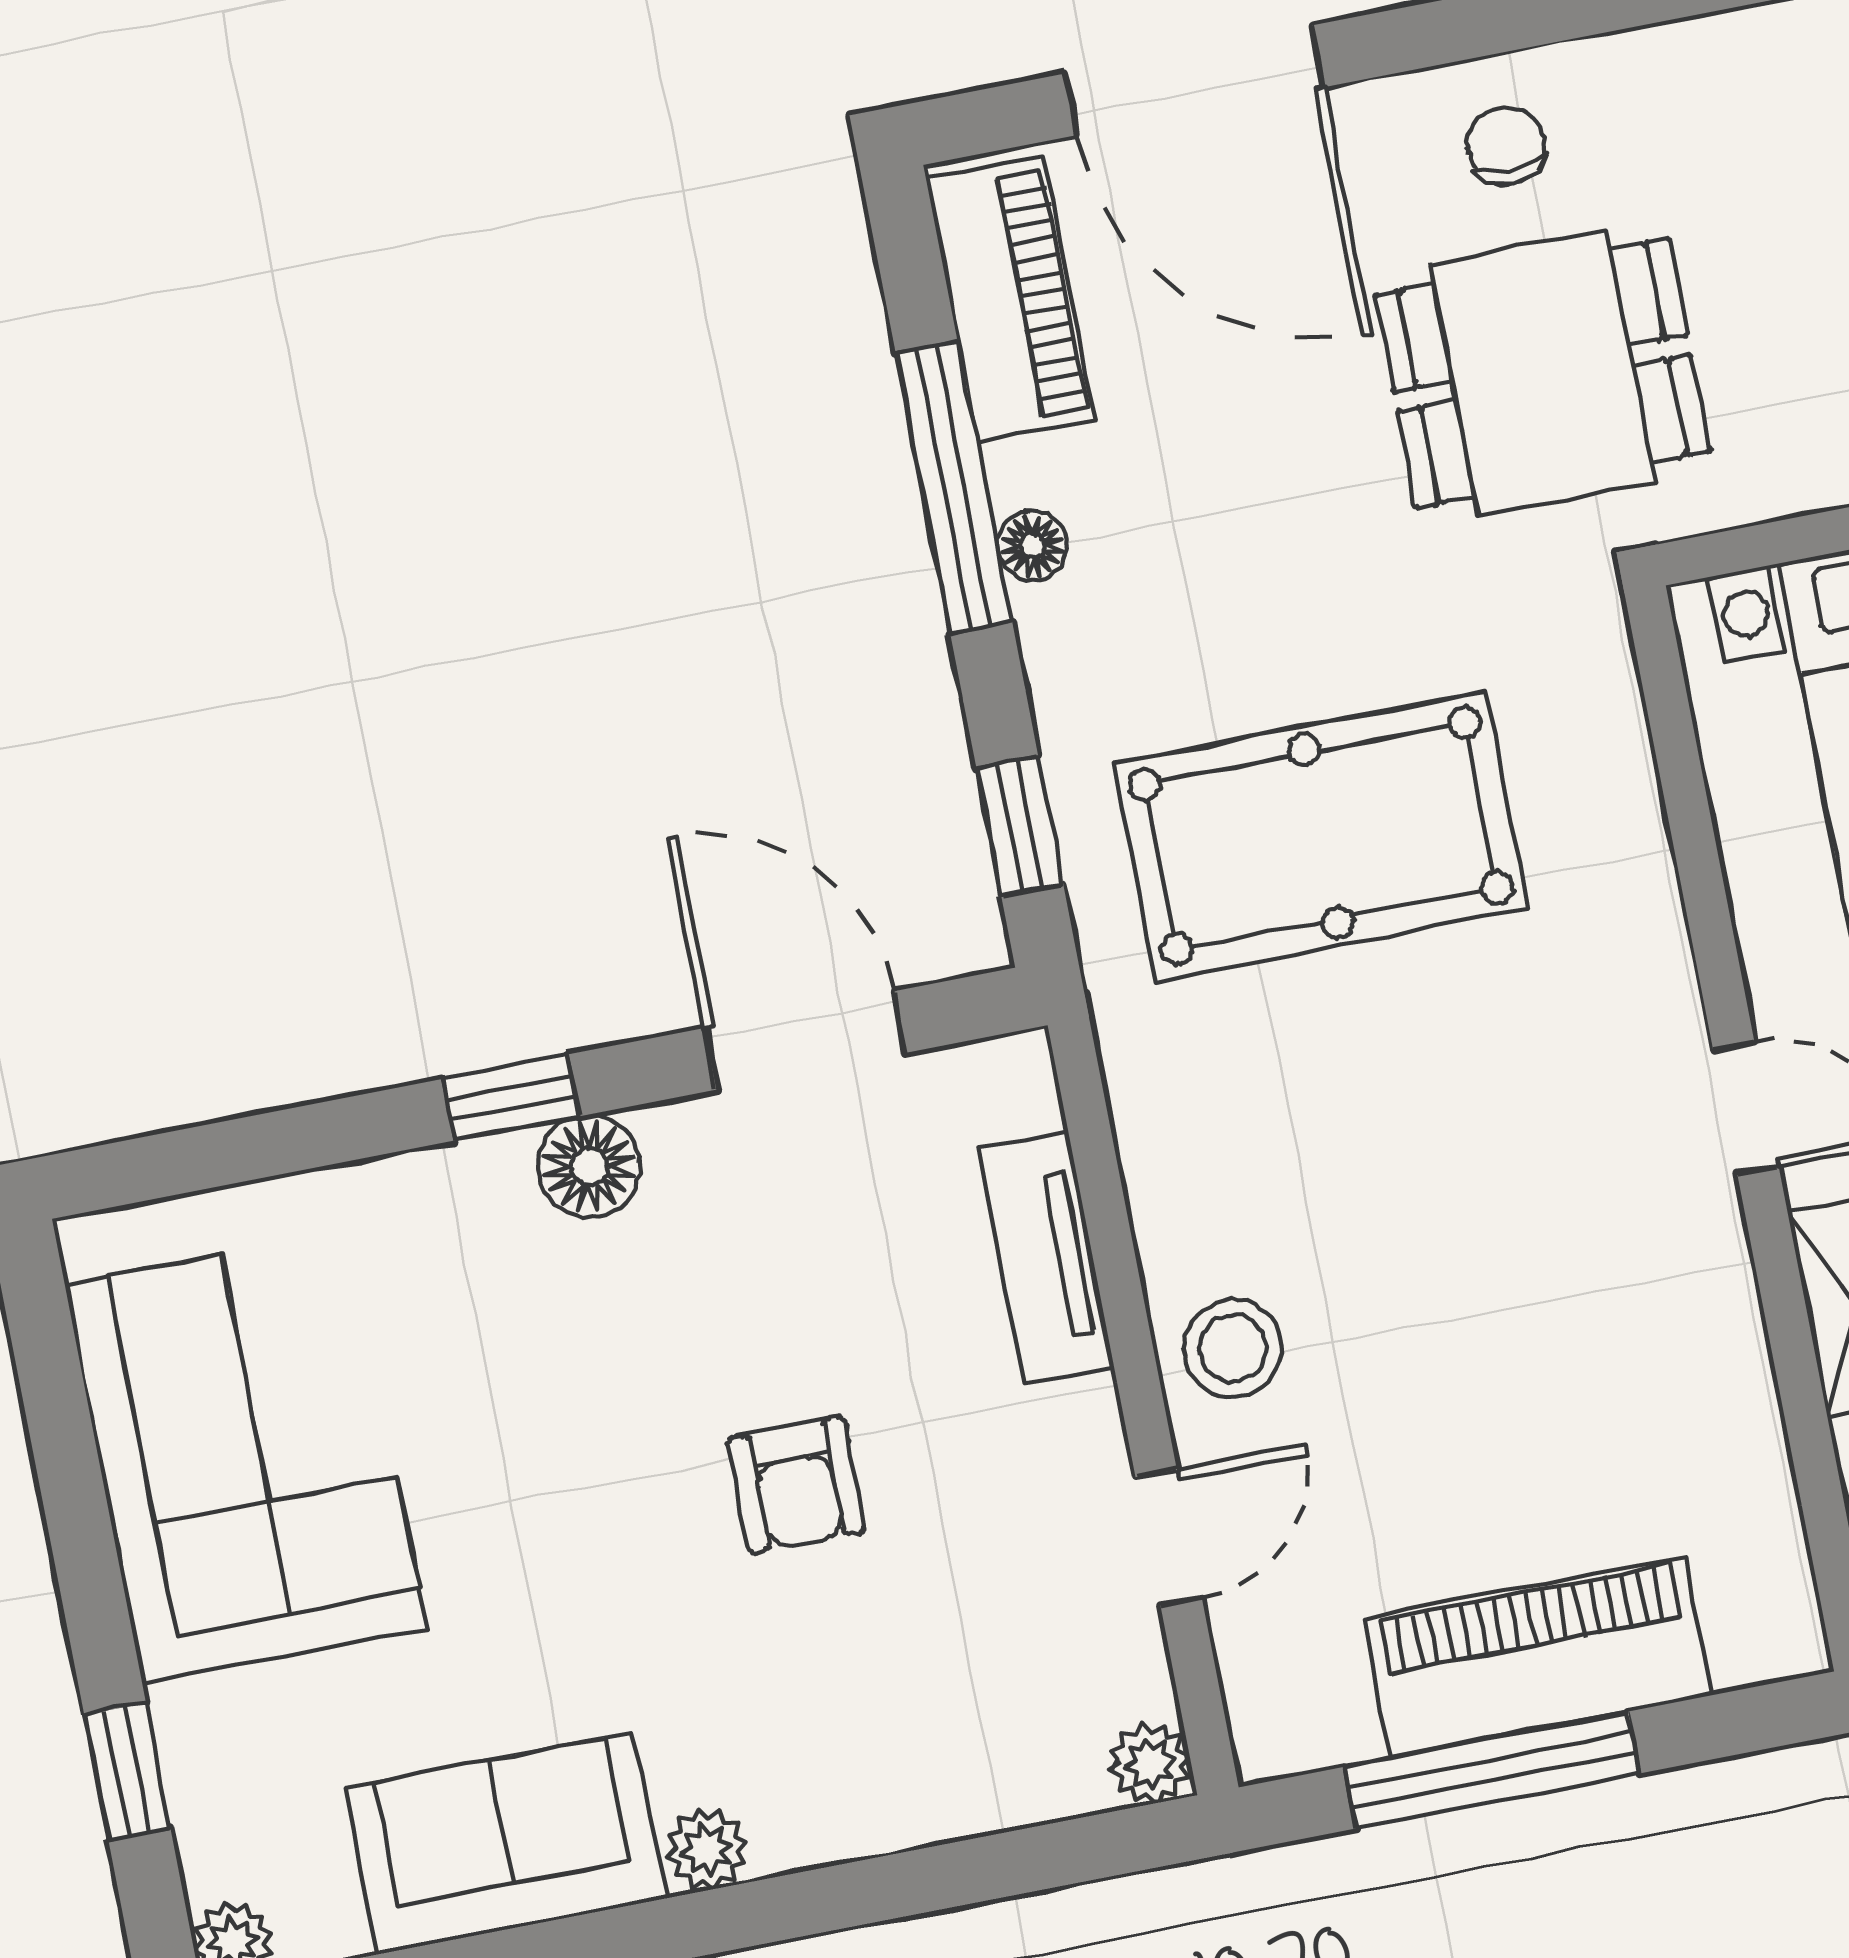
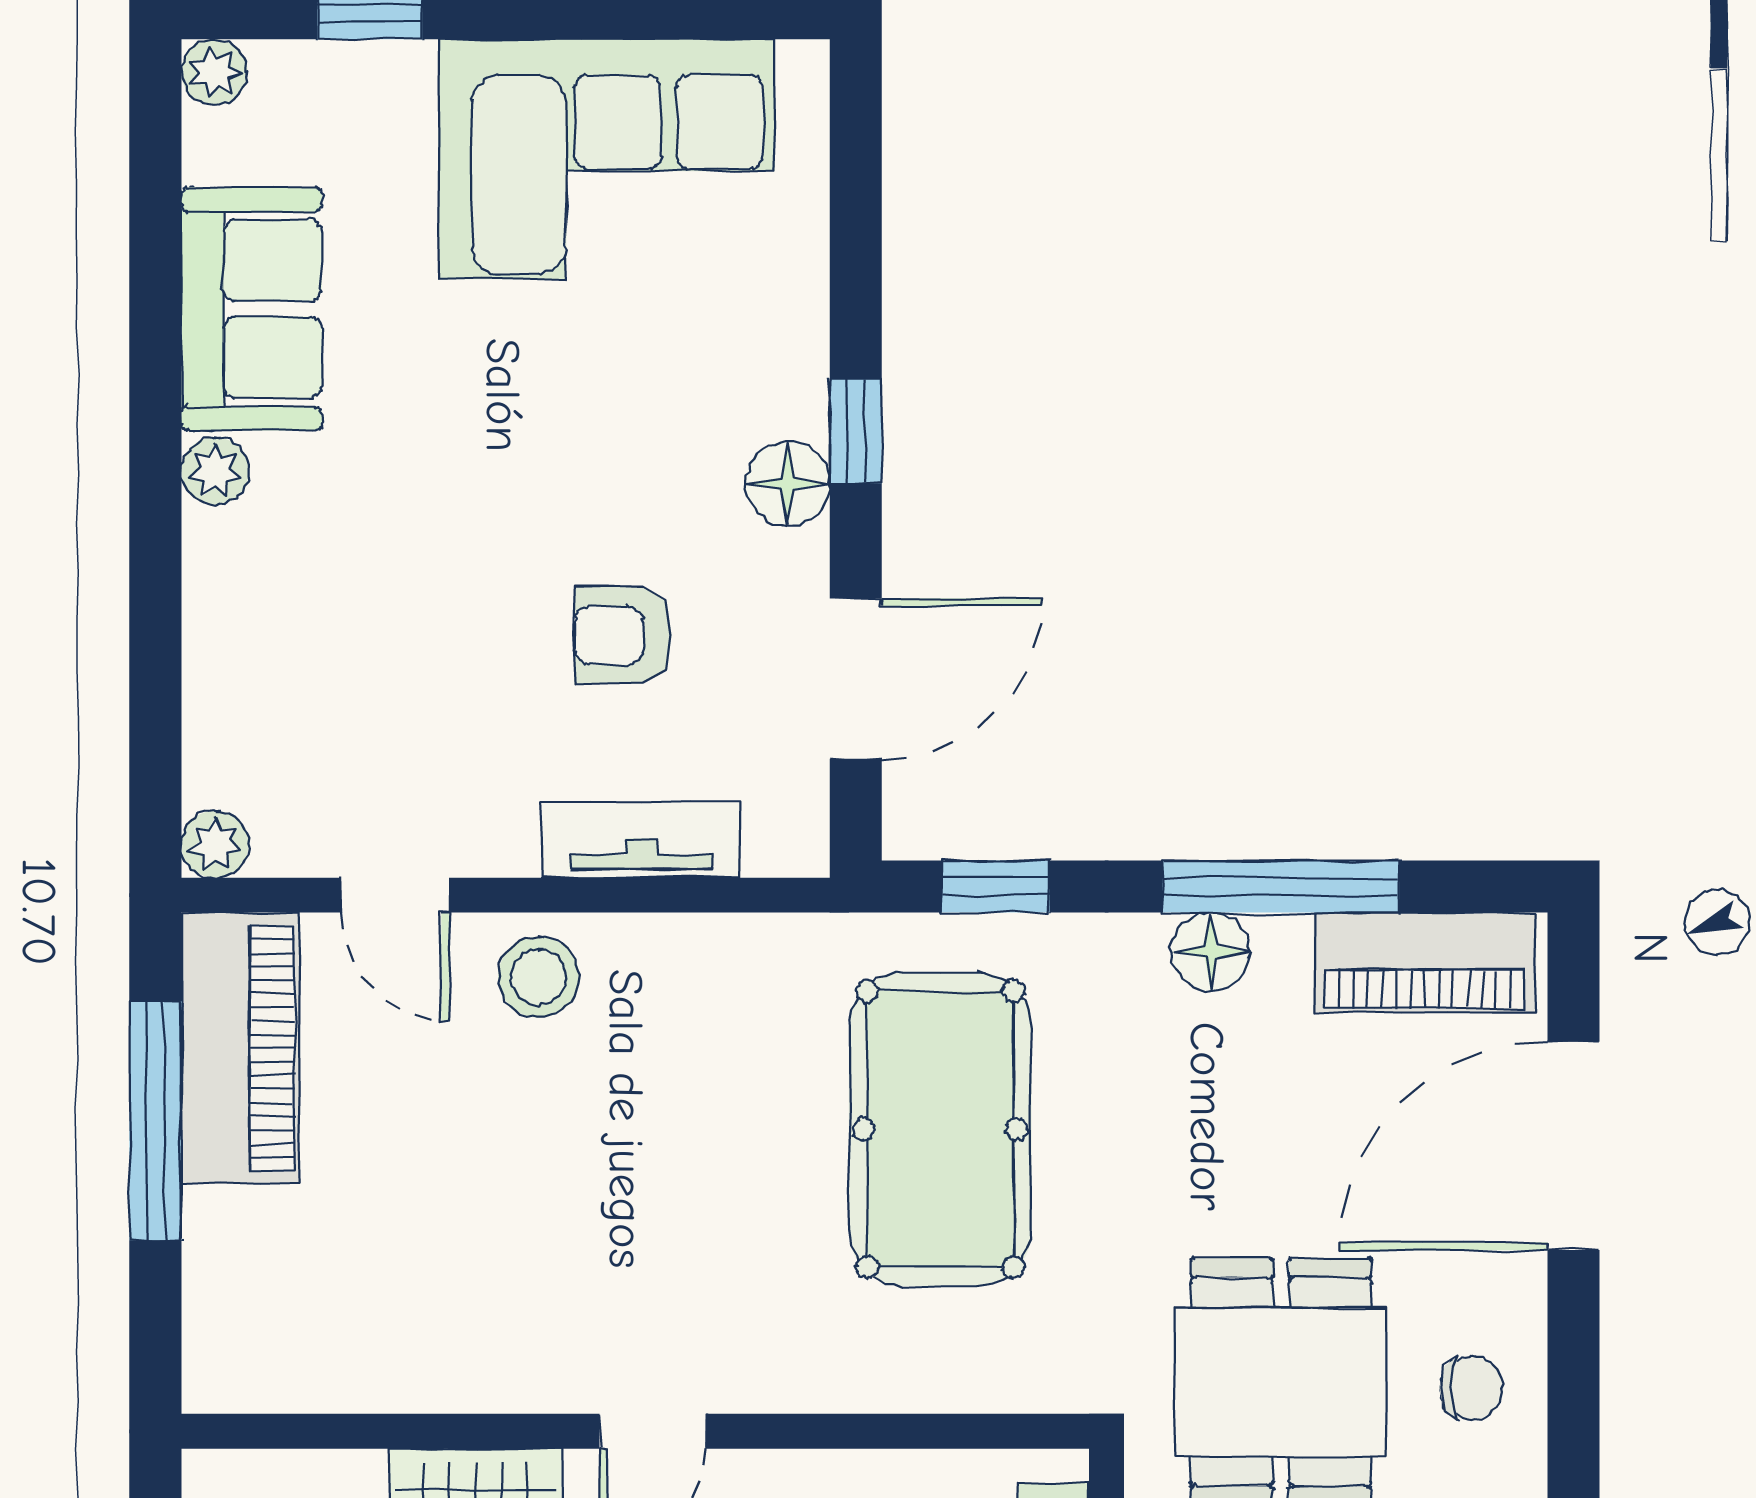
floor lamp: (1033, 546) -> (1211, 952), width x1.37, depth x1.37
armchair: (796, 1485) -> (623, 635), moved
piano: (1537, 1657) -> (240, 1048), moved

